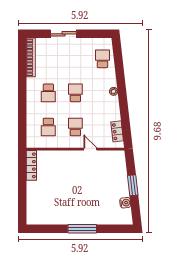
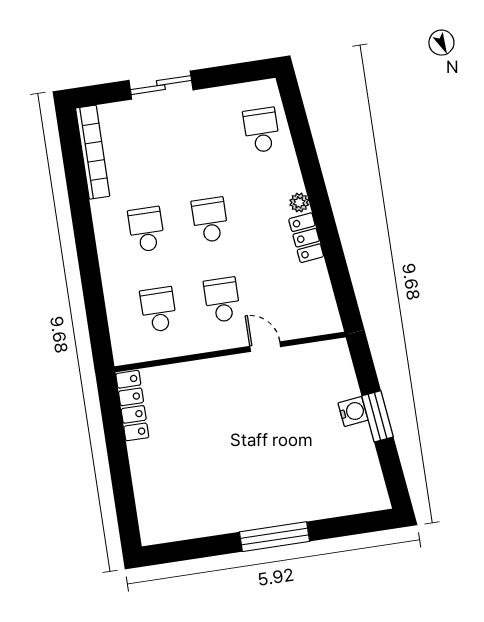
school desk: (48, 93) -> (146, 229), turned 180
school desk: (48, 127) -> (158, 310), turned 180
locker: (117, 131) -> (306, 238), moved
water cooler: (125, 203) -> (353, 412), moved

